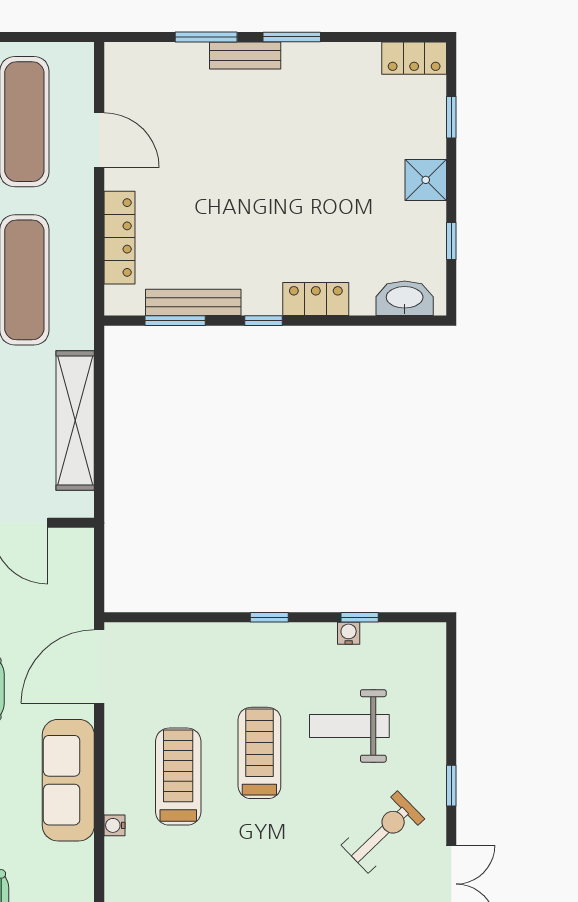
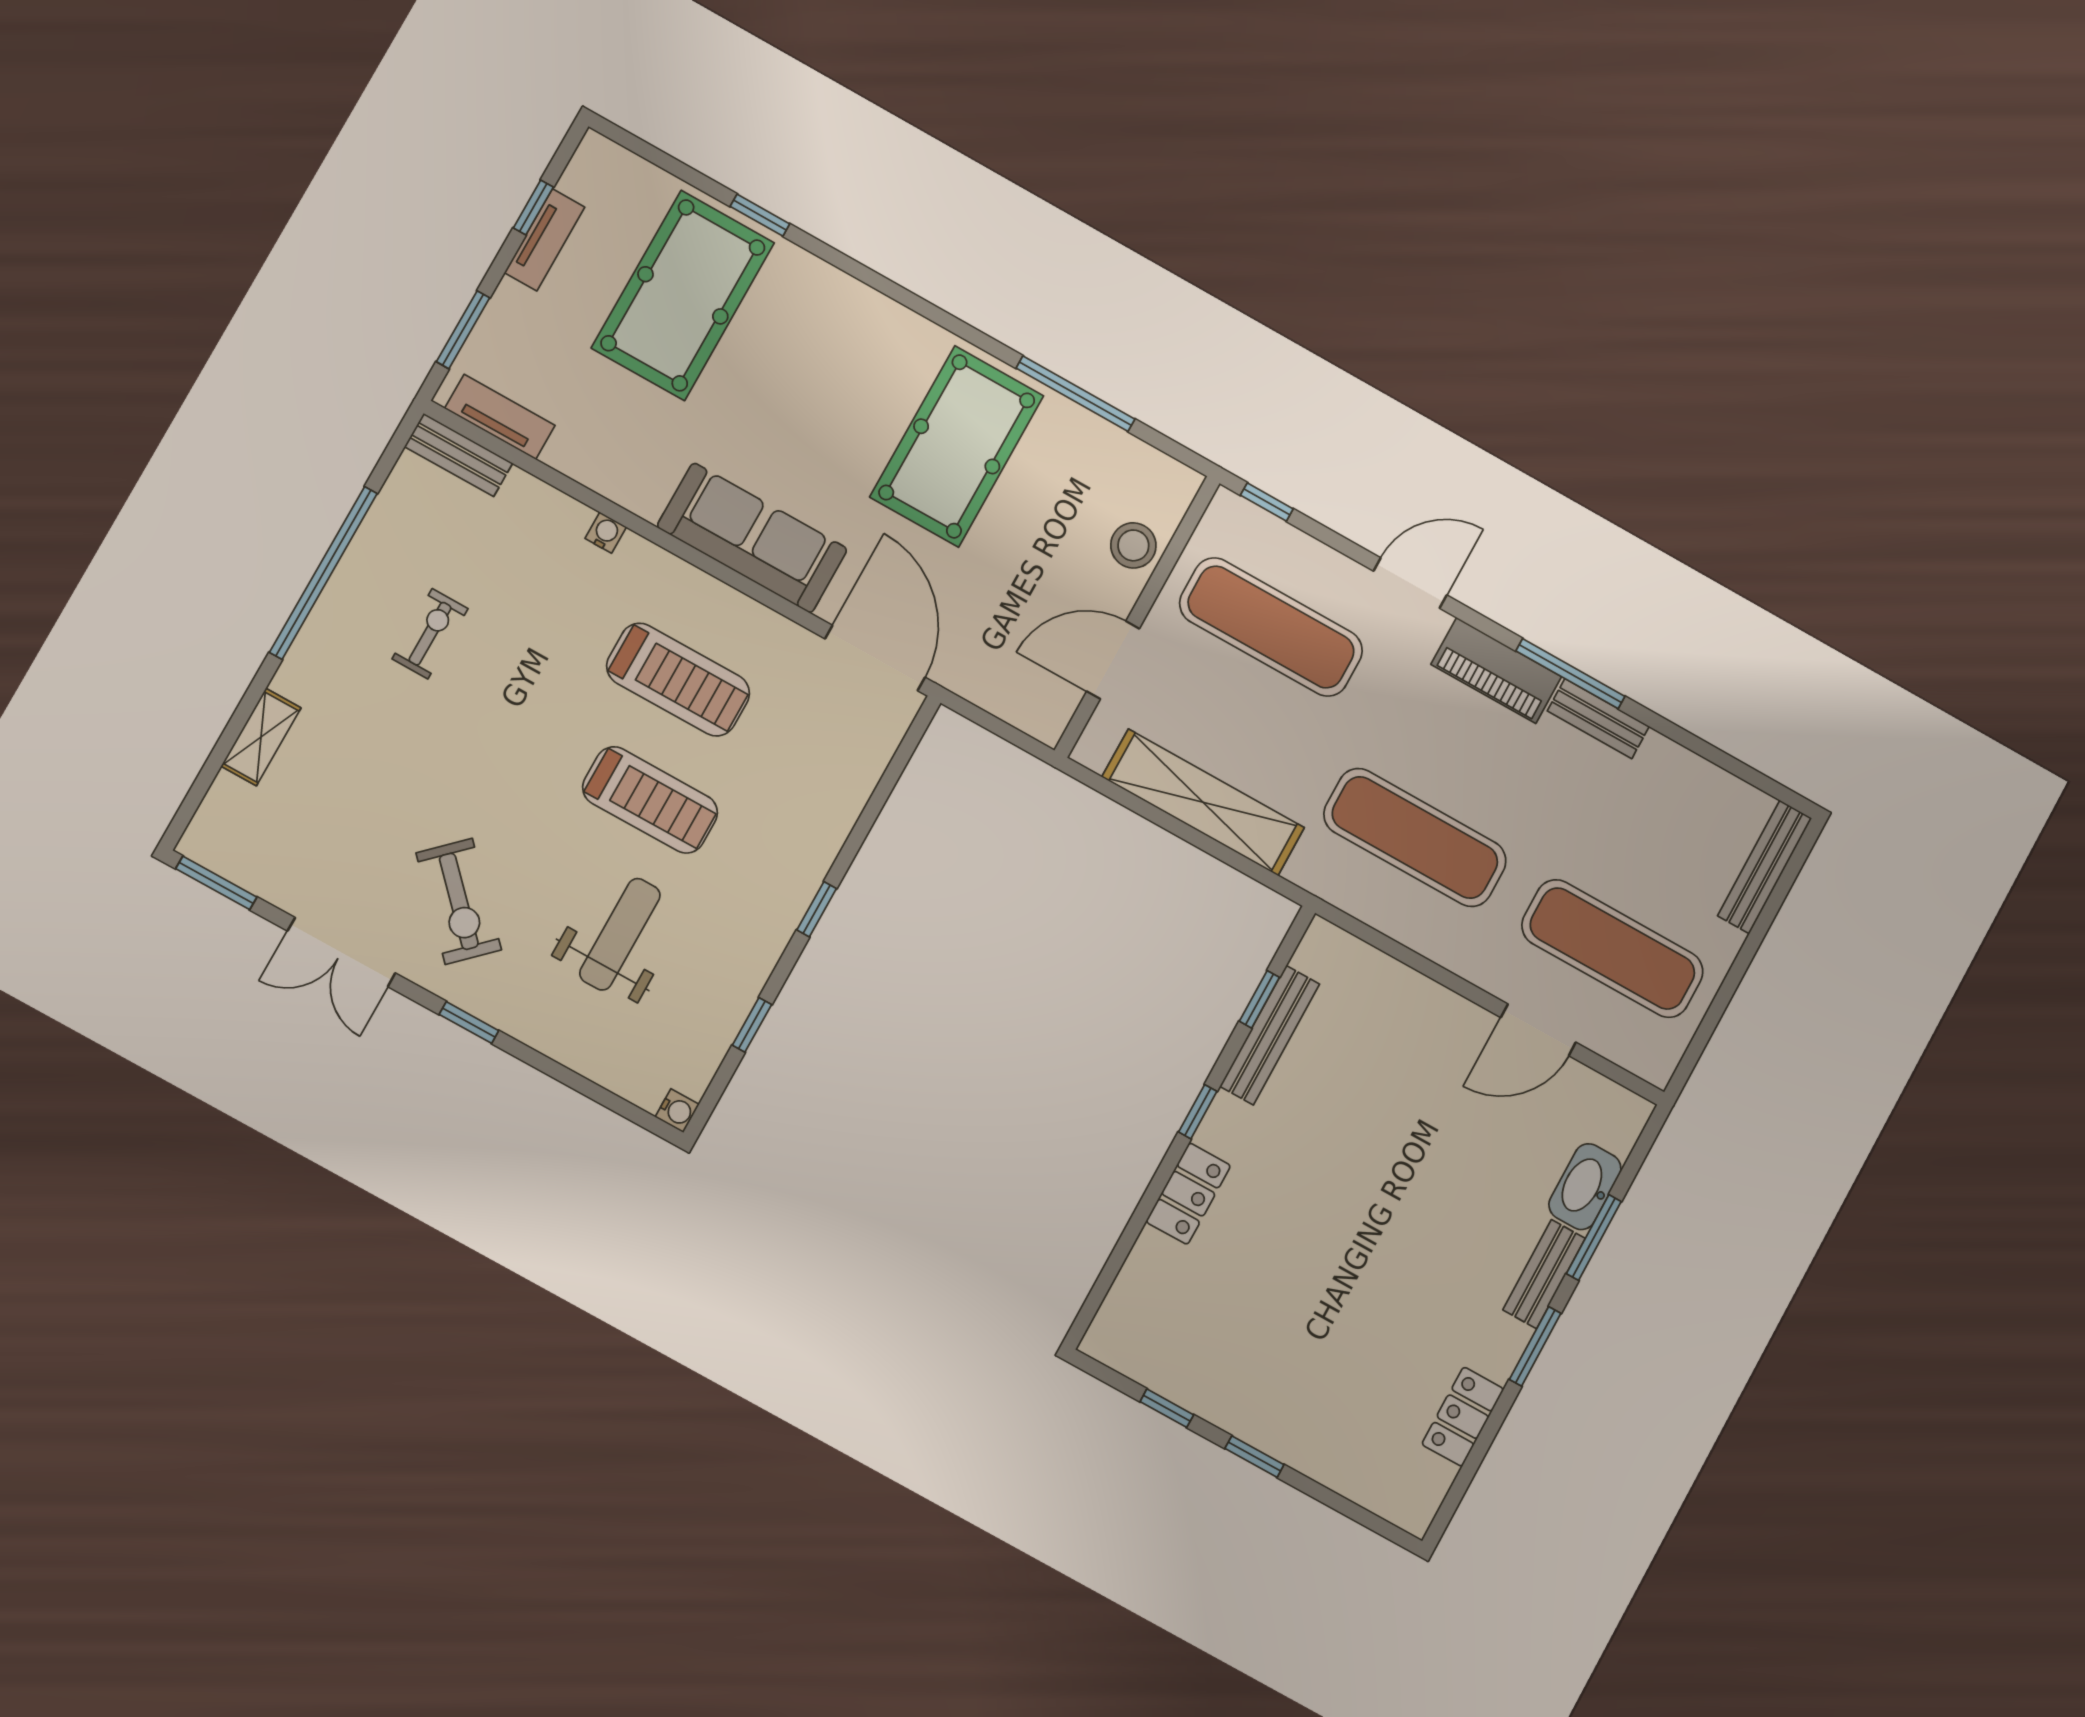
locker: (414, 58) -> (1463, 1417), moved
window: (451, 117) -> (1254, 1457), moved
shower: (426, 180) -> (1262, 1418), removed
locker: (119, 238) -> (1403, 987), removed
washbasin: (405, 298) -> (1585, 1187), moved, turned 180
window: (175, 321) -> (1259, 999), width x0.67
water cooler: (349, 633) -> (677, 1111), moved
water cooler: (114, 825) -> (606, 533), moved

